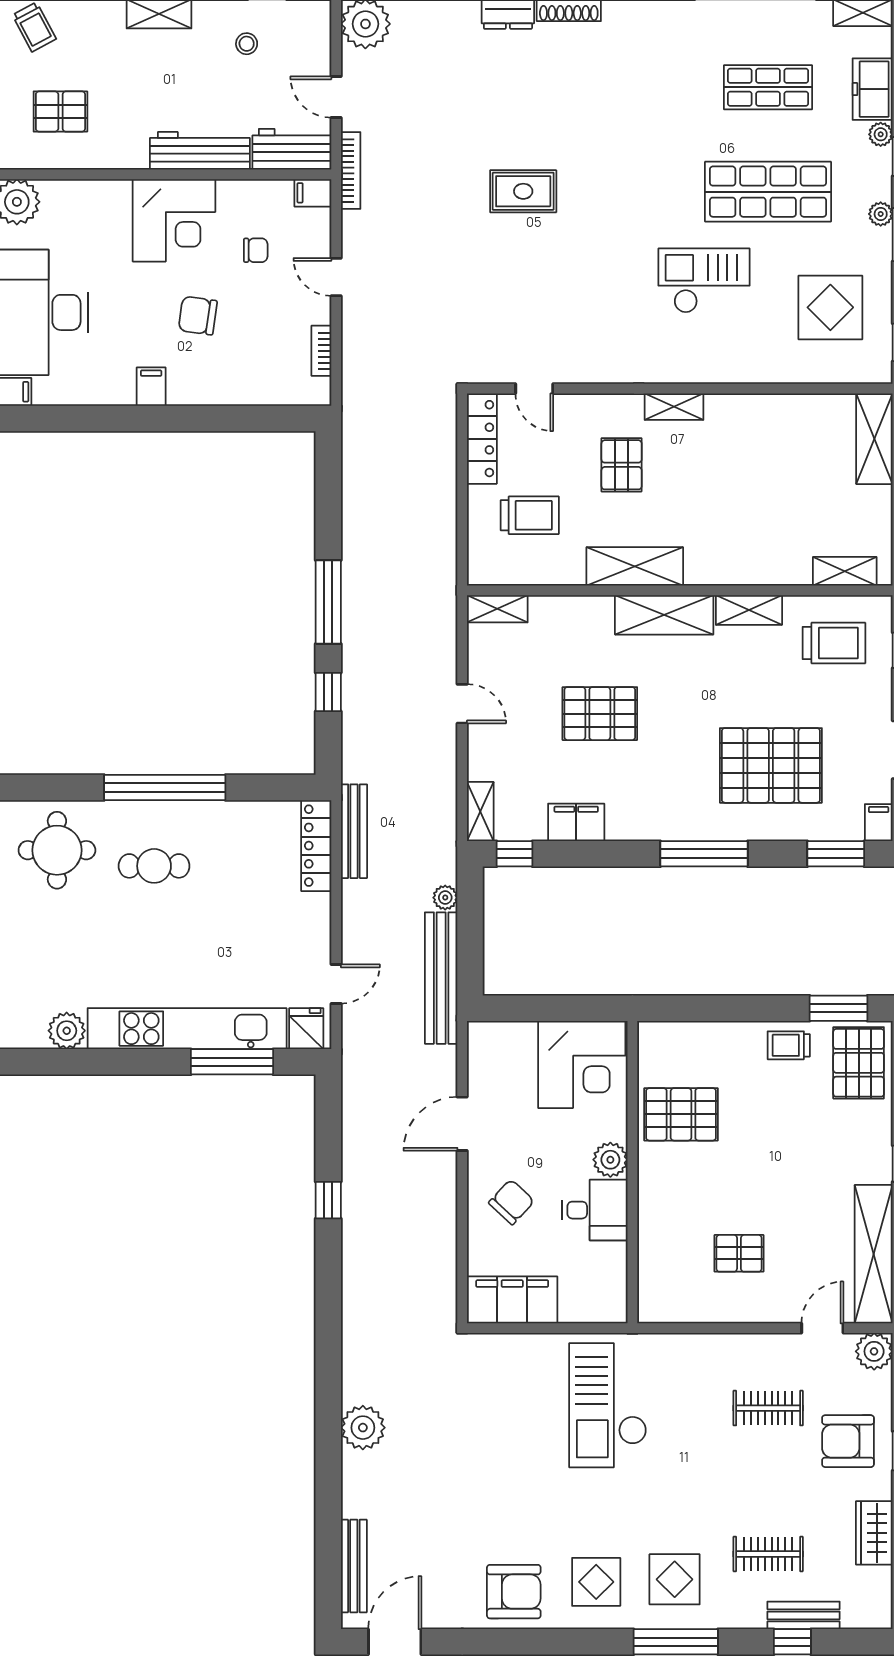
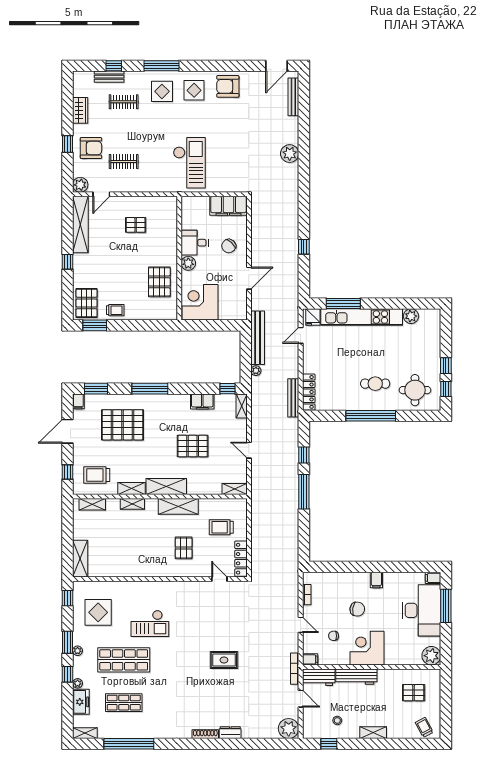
shelving: (674, 407) -> (132, 504), moved
pallet: (681, 1114) -> (159, 282), turned 90

